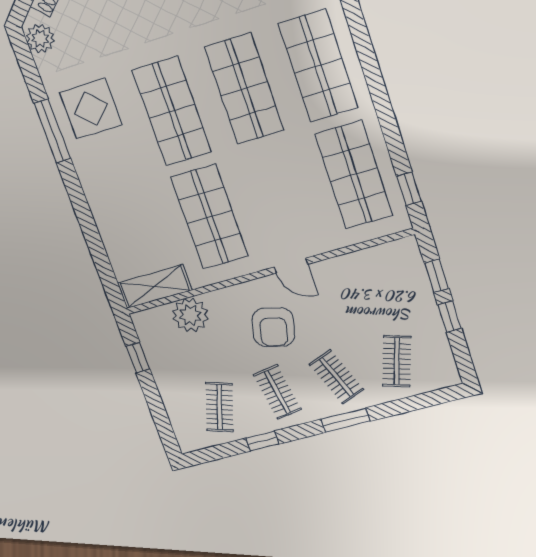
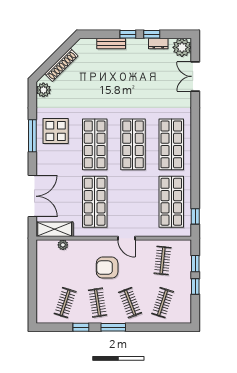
double door: (93, 239) -> (32, 196), added
clothes rail: (372, 287) -> (163, 261), added
plant: (190, 315) -> (63, 245), width x0.53, depth x0.53
armchair: (273, 327) -> (107, 268), turned 76
window: (138, 358) -> (32, 264), removed
window: (345, 420) -> (113, 327), moved

